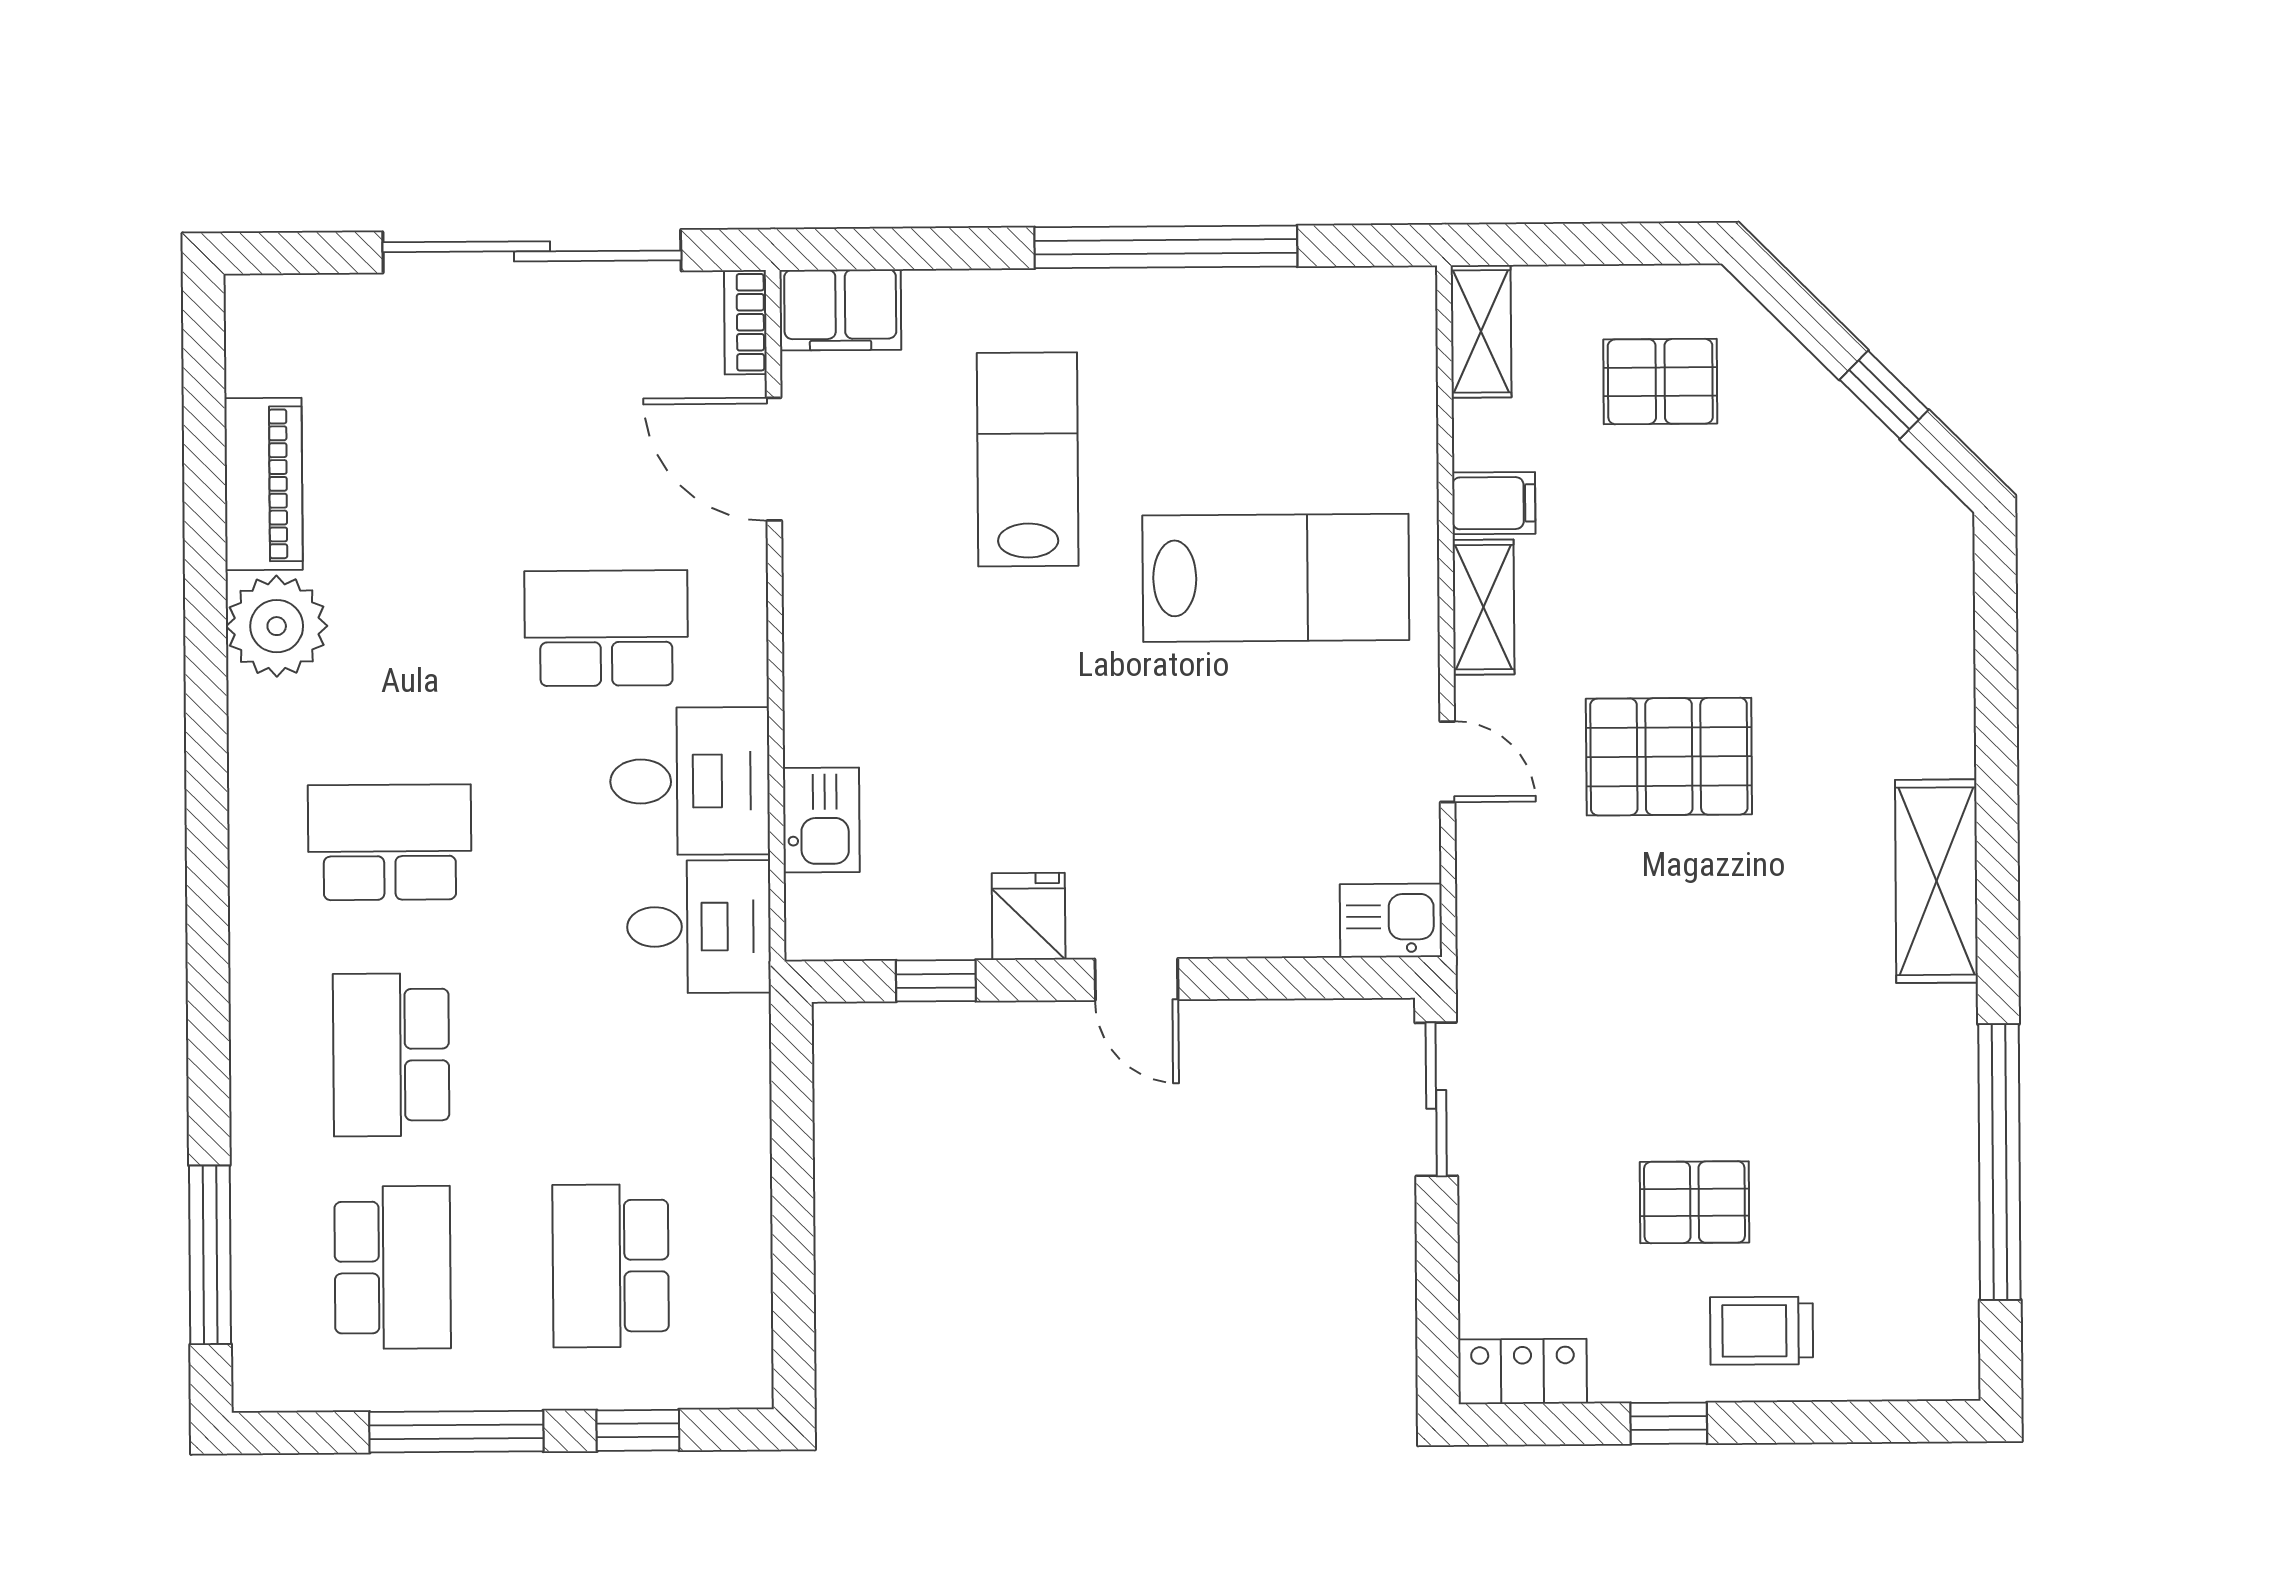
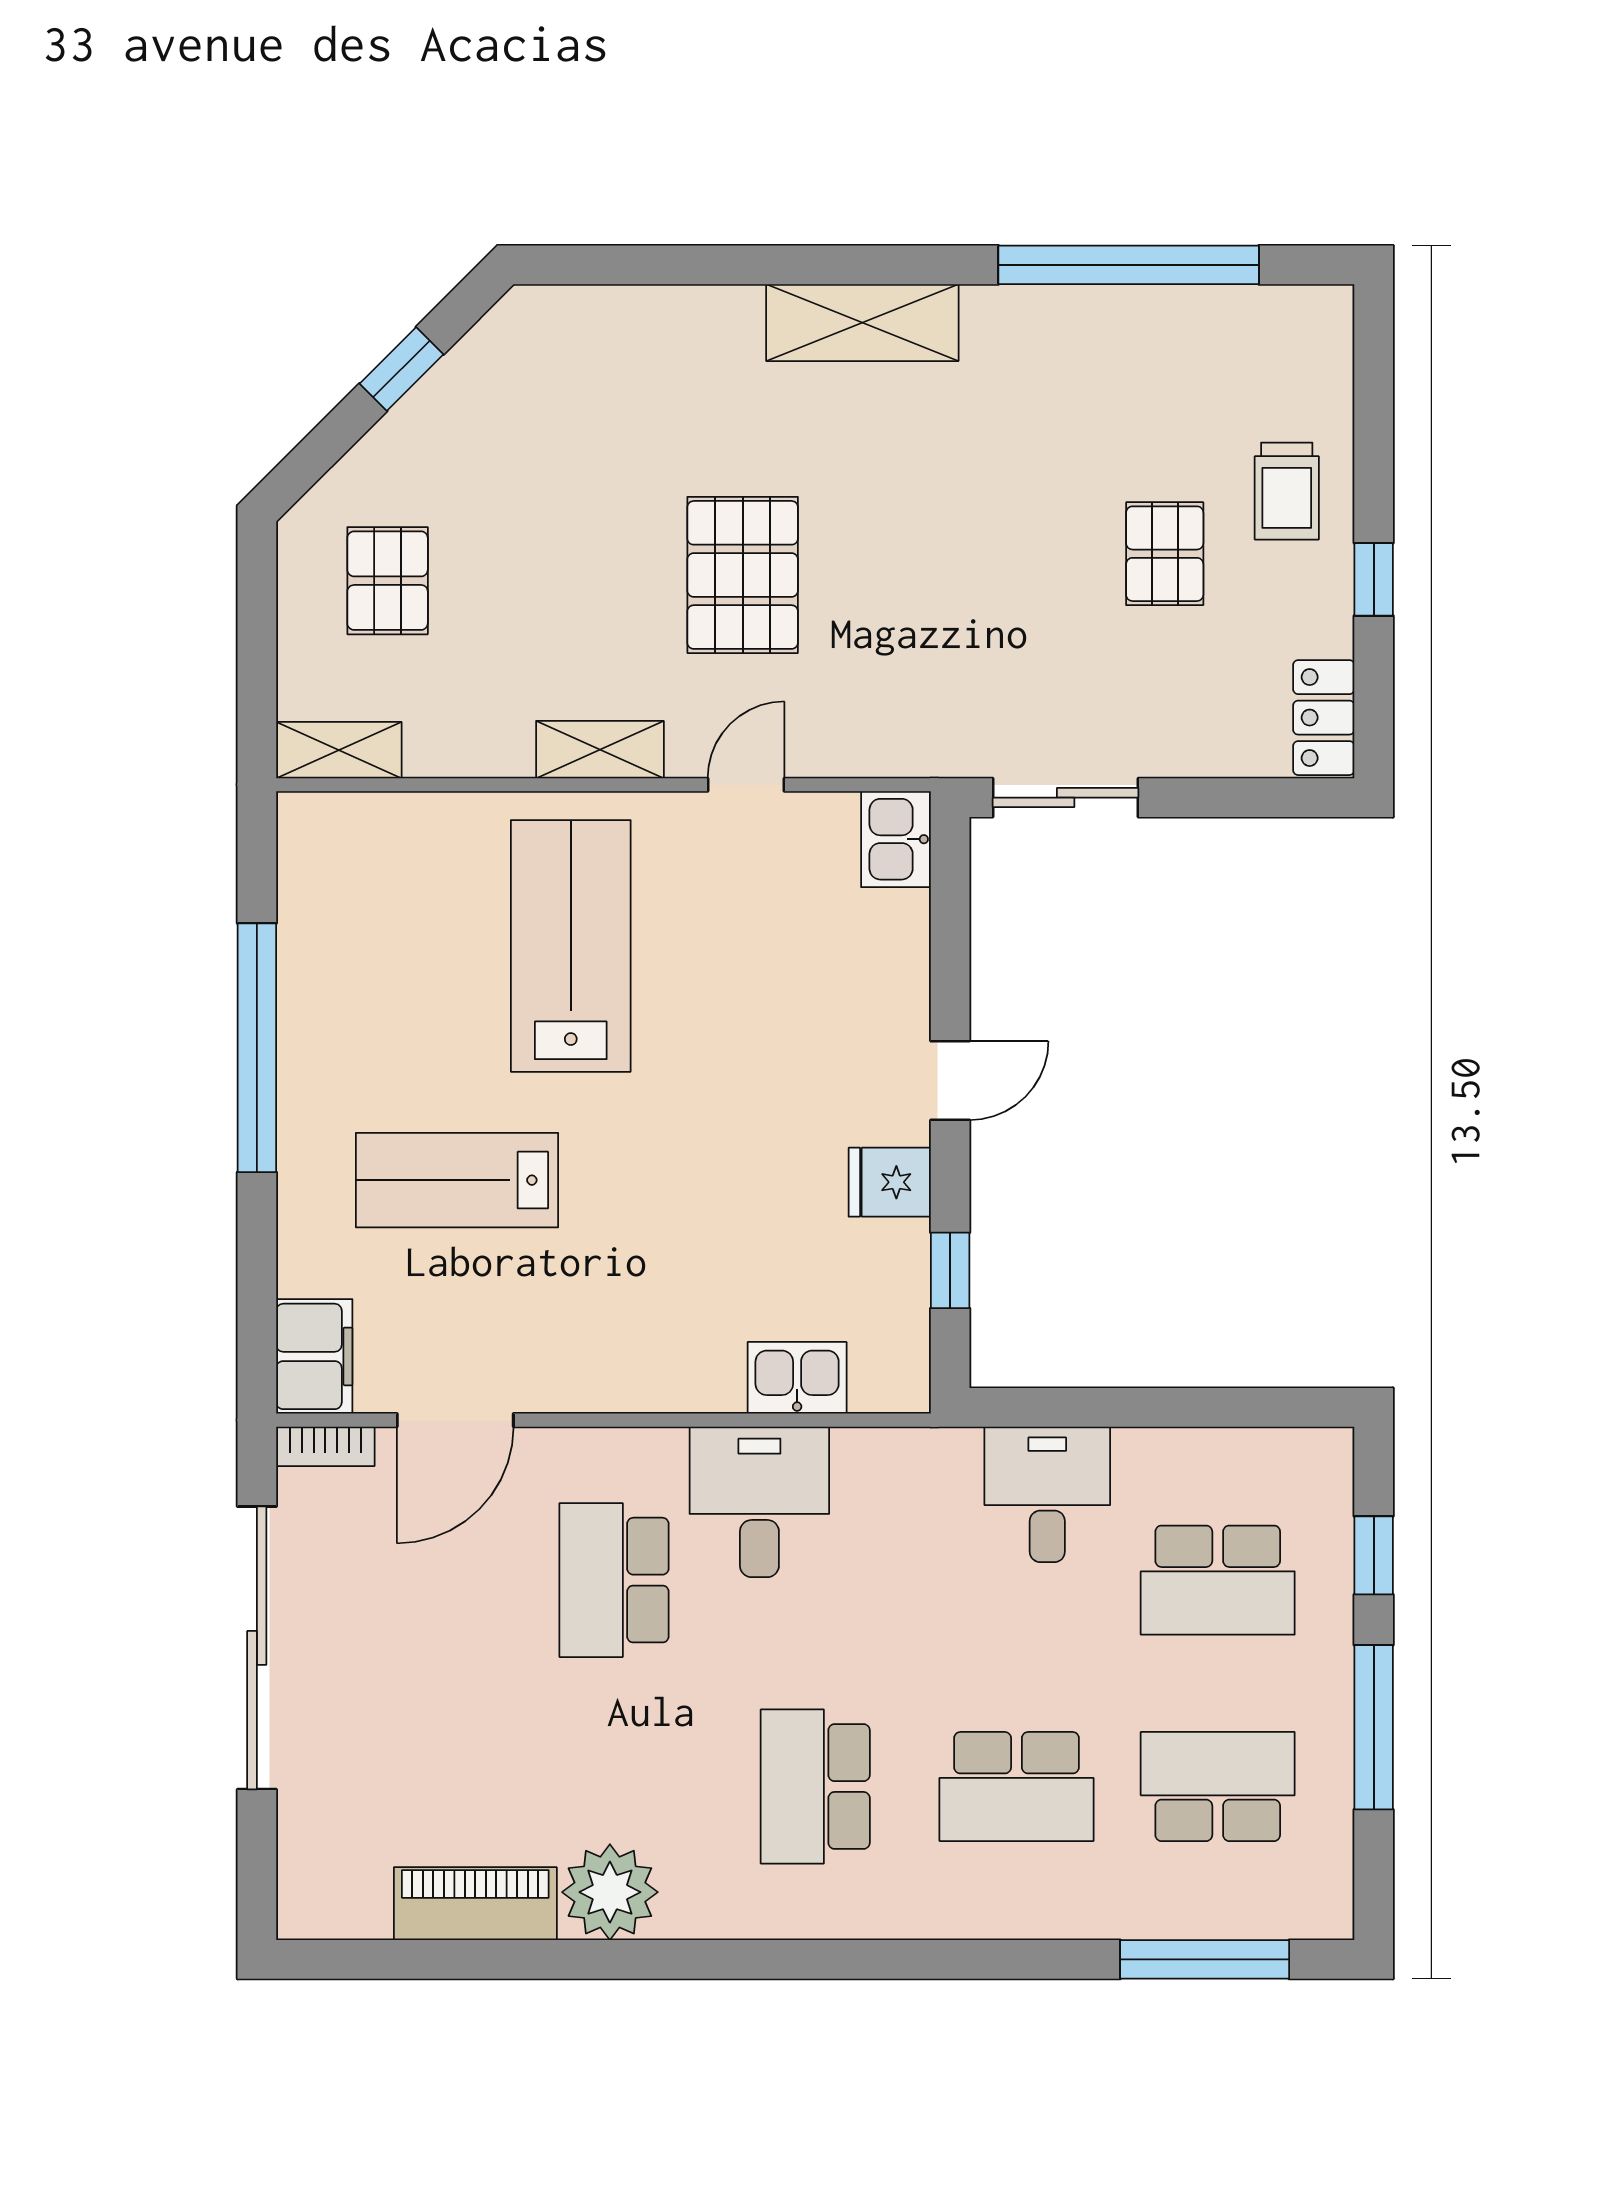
filing cabinet: (1494, 503) -> (502, 739), removed
desk: (699, 927) -> (1047, 1494), moved

